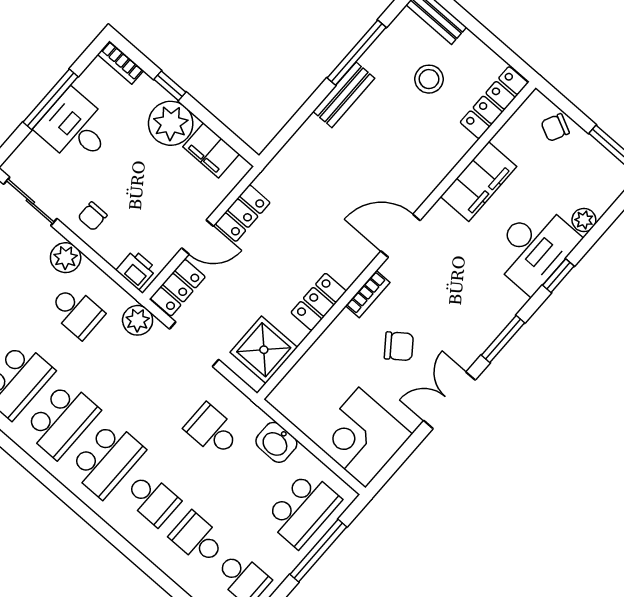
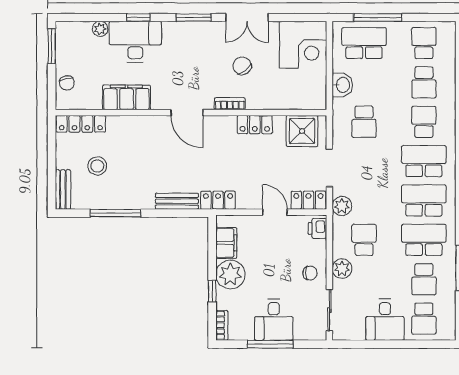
bench: (344, 95) -> (177, 201), moved
chair: (555, 128) -> (67, 83), turned 53
locker: (243, 213) -> (218, 200), moved

